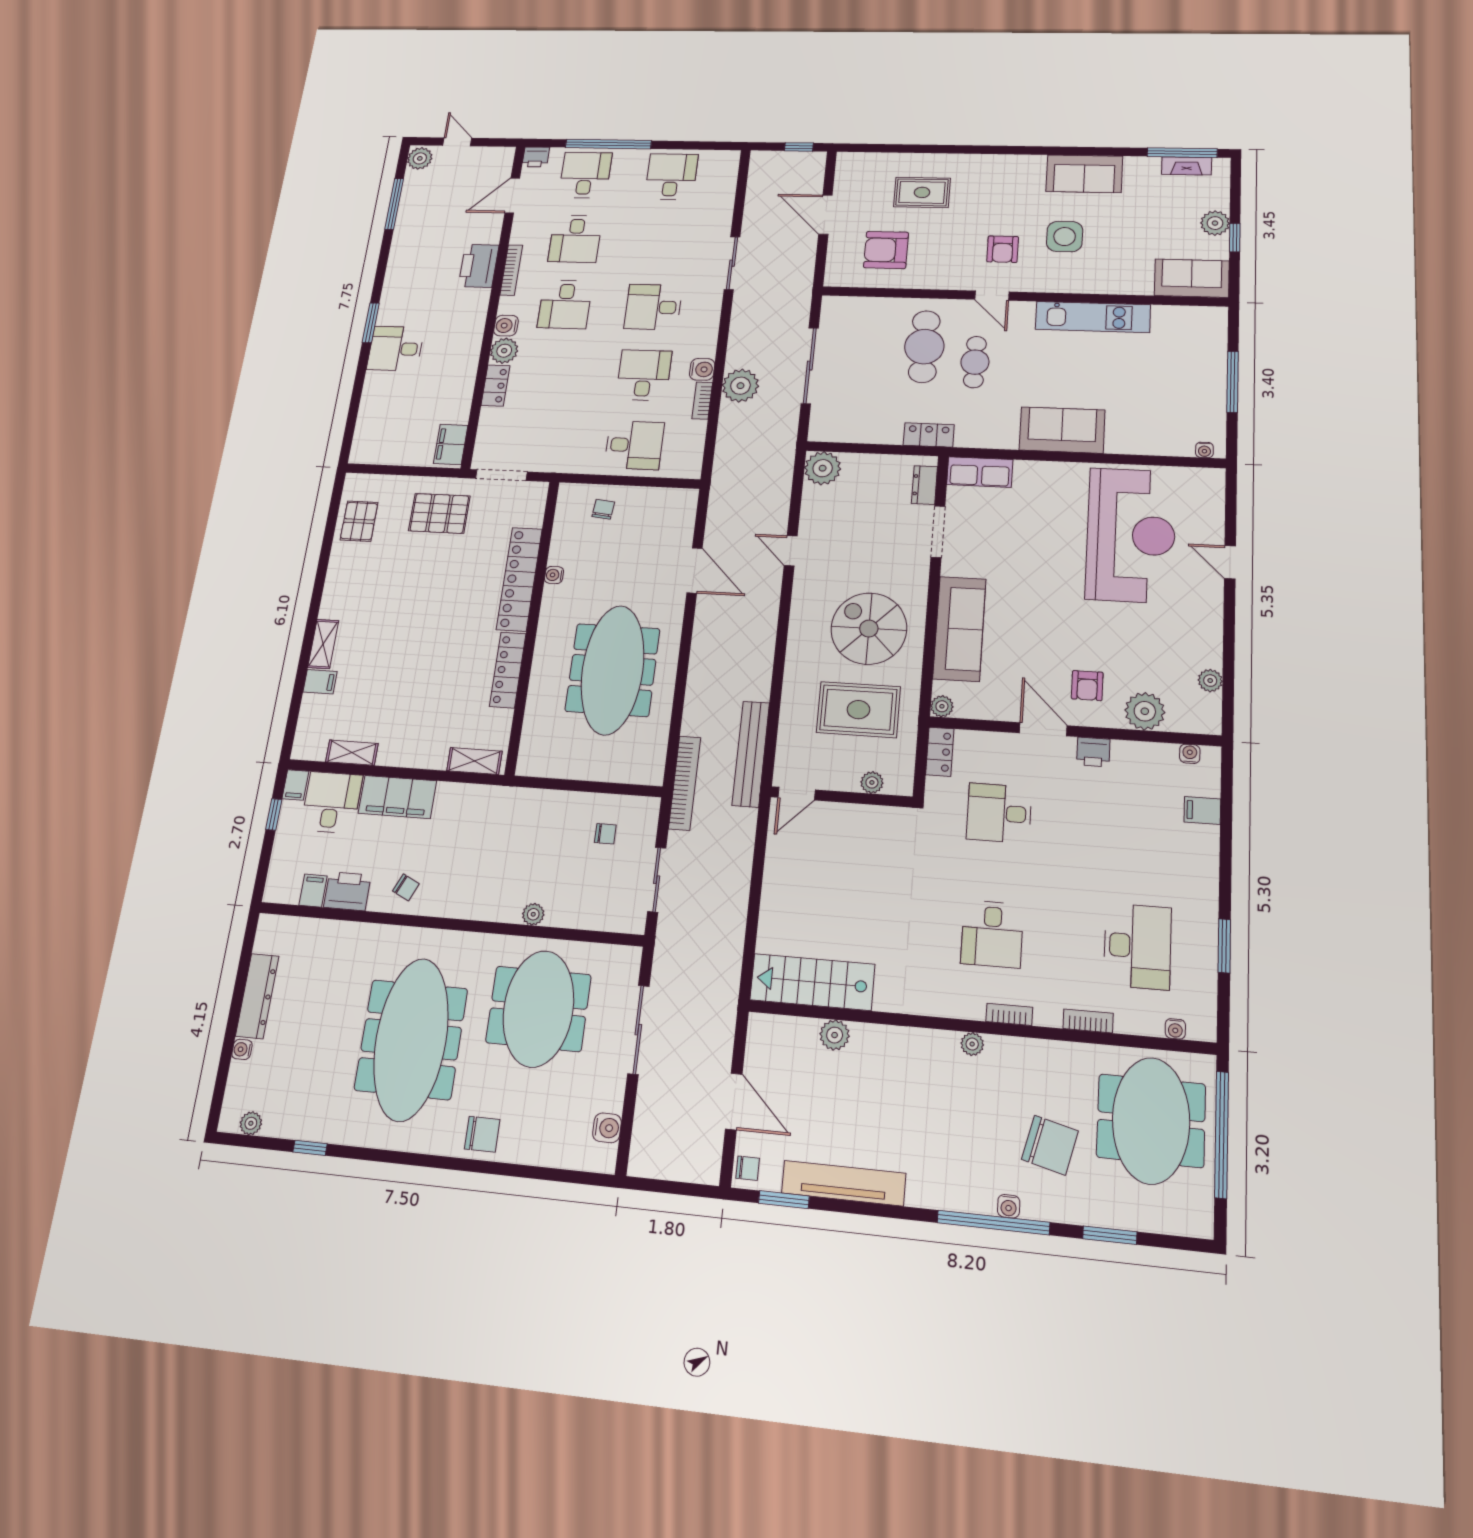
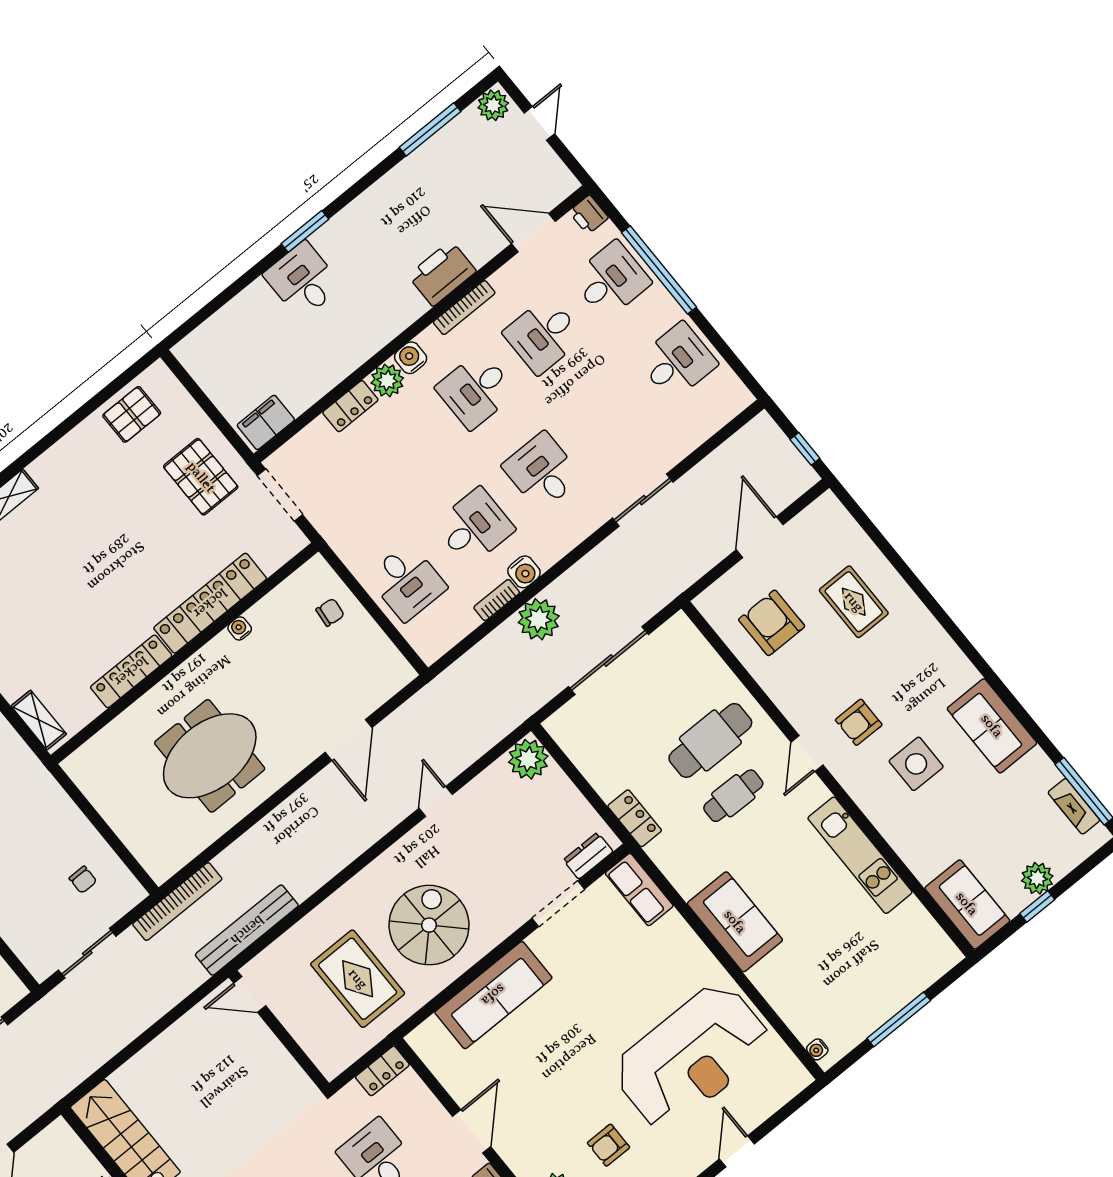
meeting table: (613, 670) -> (210, 756), width x0.73
armchair: (1087, 686) -> (608, 1145), moved
plant: (942, 706) -> (419, 1040), removed
plant: (872, 782) -> (311, 1043), removed

